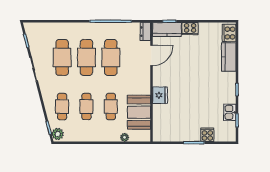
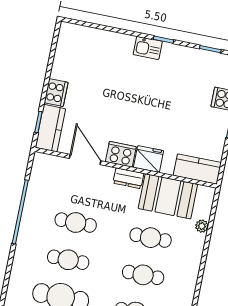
dresser: (145, 32) -> (128, 178), moved
cooker: (229, 33) -> (121, 154), moved, turned 180
cafe table: (86, 57) -> (68, 260), width x0.73, depth x0.74
cafe table: (111, 57) -> (76, 223), width x0.73, depth x0.74
kitchen counter: (229, 57) -> (197, 169), moved, turned 180
kitchen sink: (230, 112) -> (148, 48), moved

